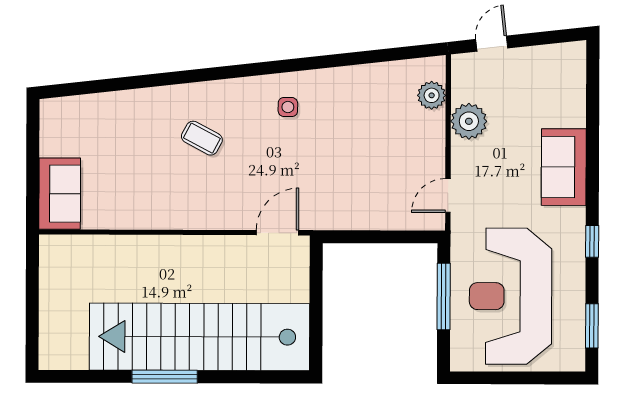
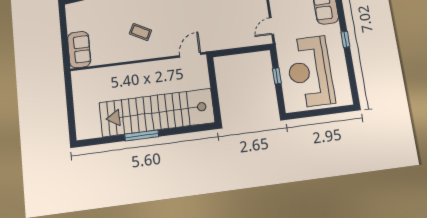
coffee table: (202, 138) -> (140, 32), moved
window: (444, 296) -> (277, 76), width x0.46
window: (592, 326) -> (353, 81), removed

